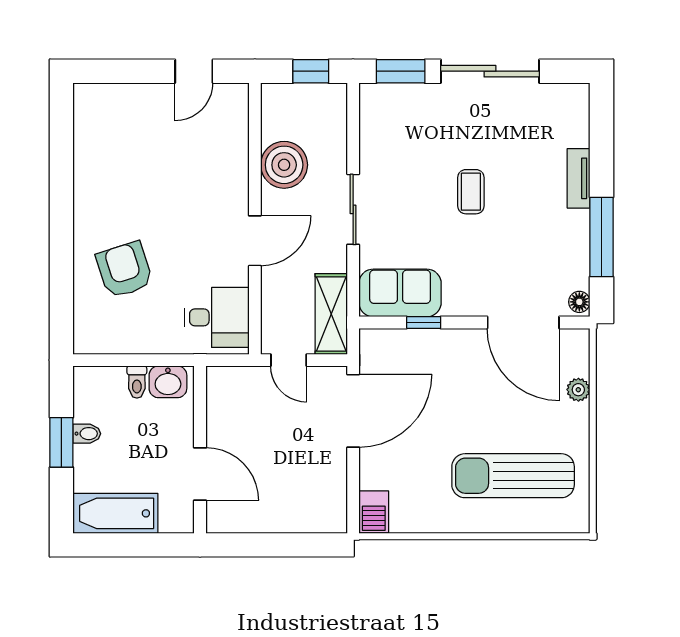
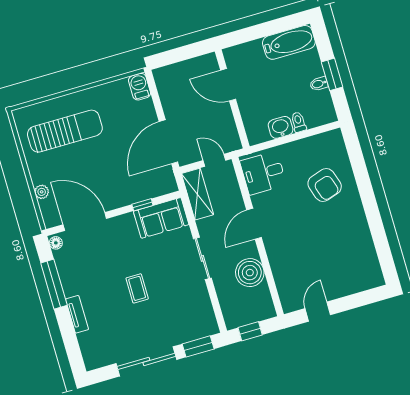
wall: (200, 450) -> (232, 99), moved
door: (200, 474) -> (228, 85), moved

